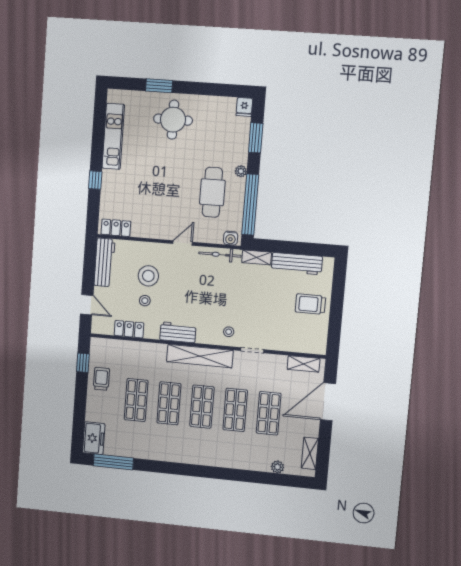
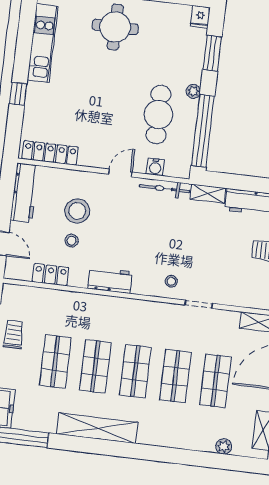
locker: (116, 228) -> (50, 153), width x1.53
water cooler: (231, 238) -> (155, 167), moved
shelving: (200, 356) -> (97, 428), moved

